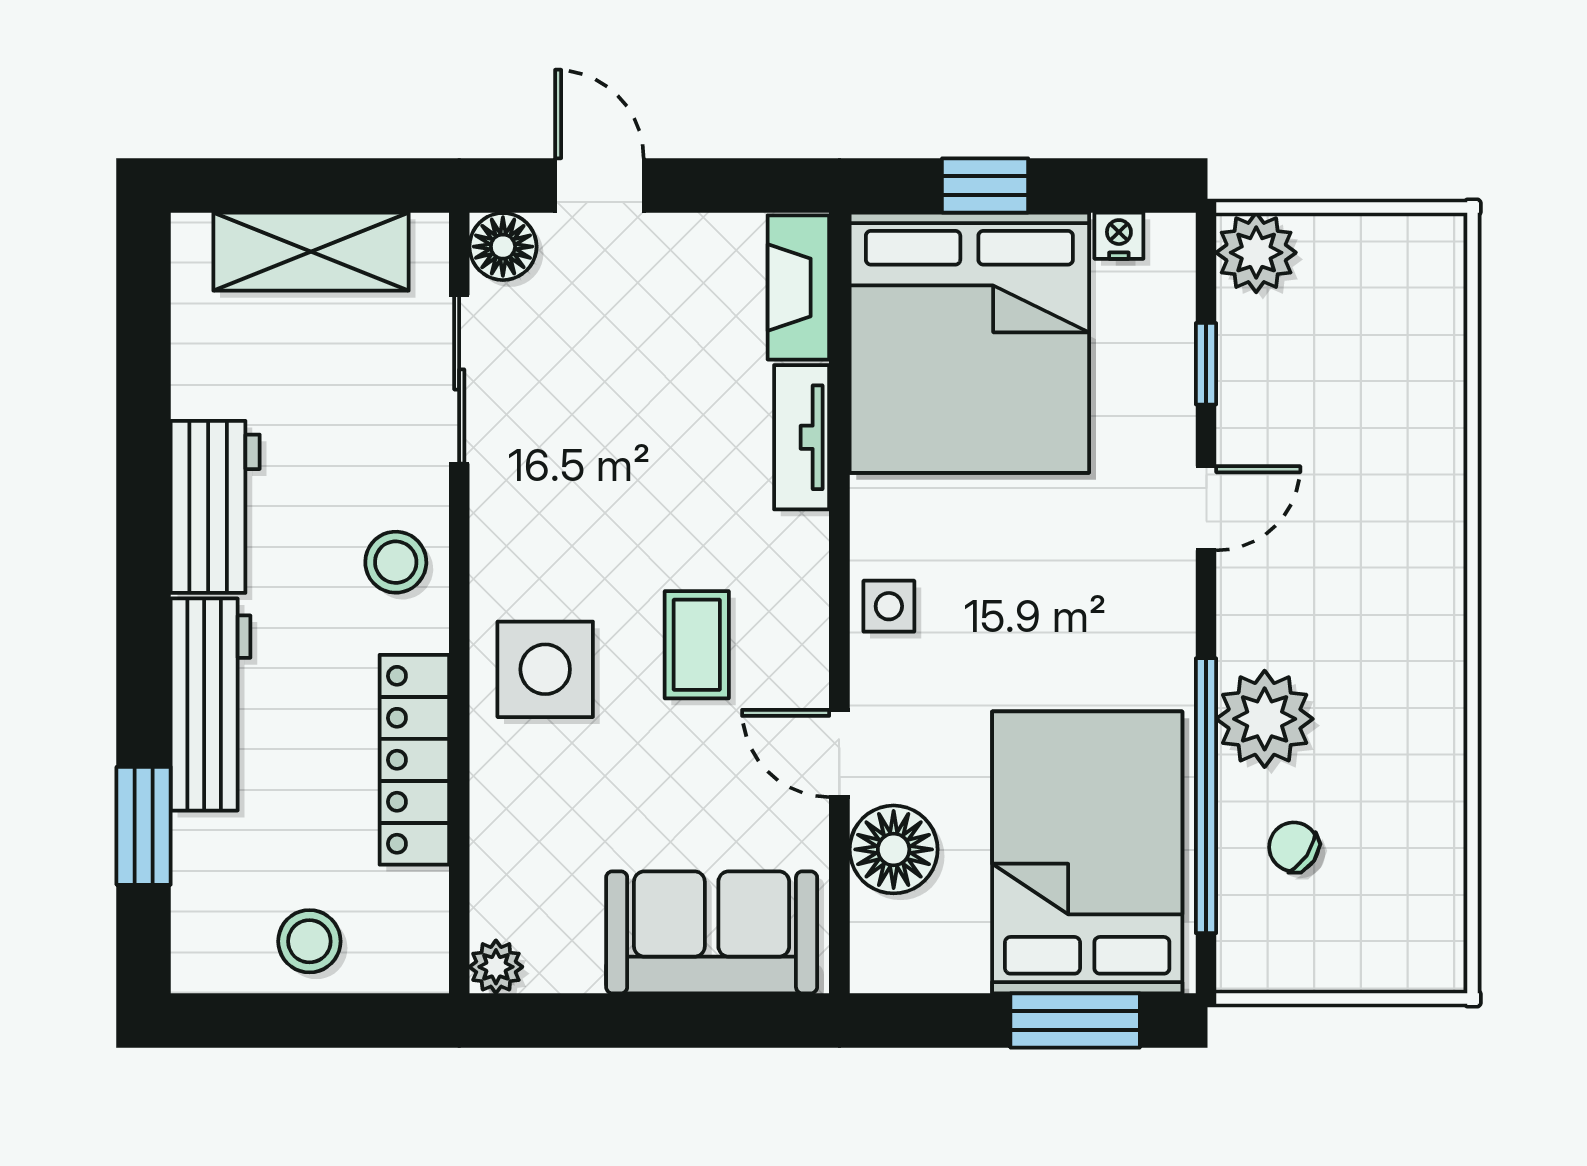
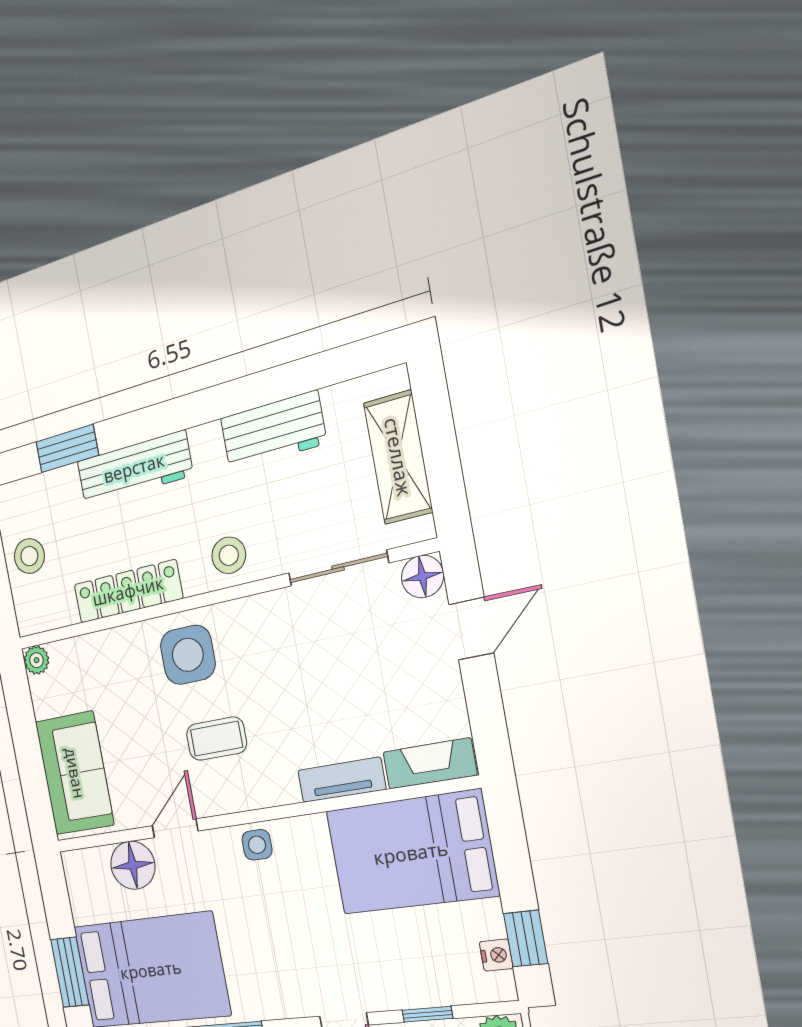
window: (985, 185) -> (526, 939), moved
bed: (969, 343) -> (411, 853), width x0.73
workbench: (215, 507) -> (273, 431), moved

